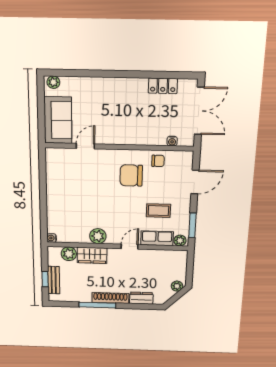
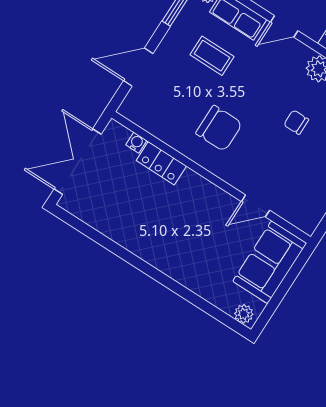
locker: (163, 86) -> (161, 163), moved, turned 180
chair: (158, 161) -> (296, 122), moved

